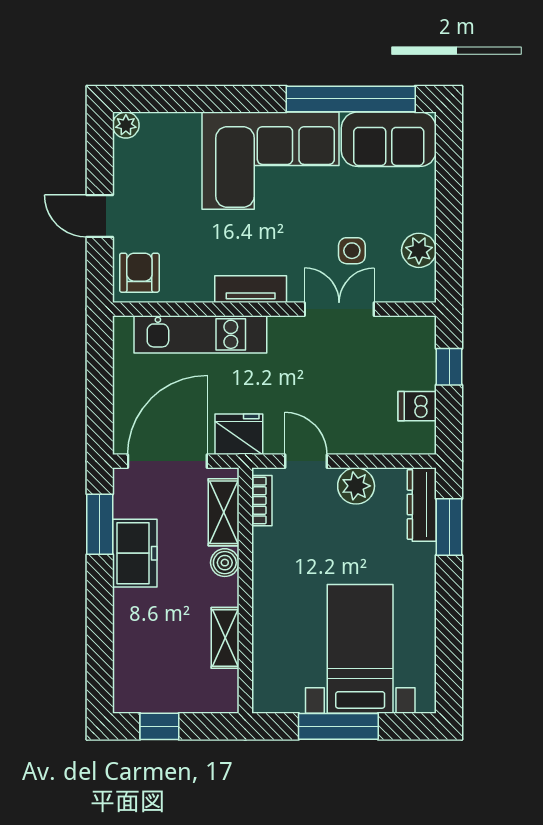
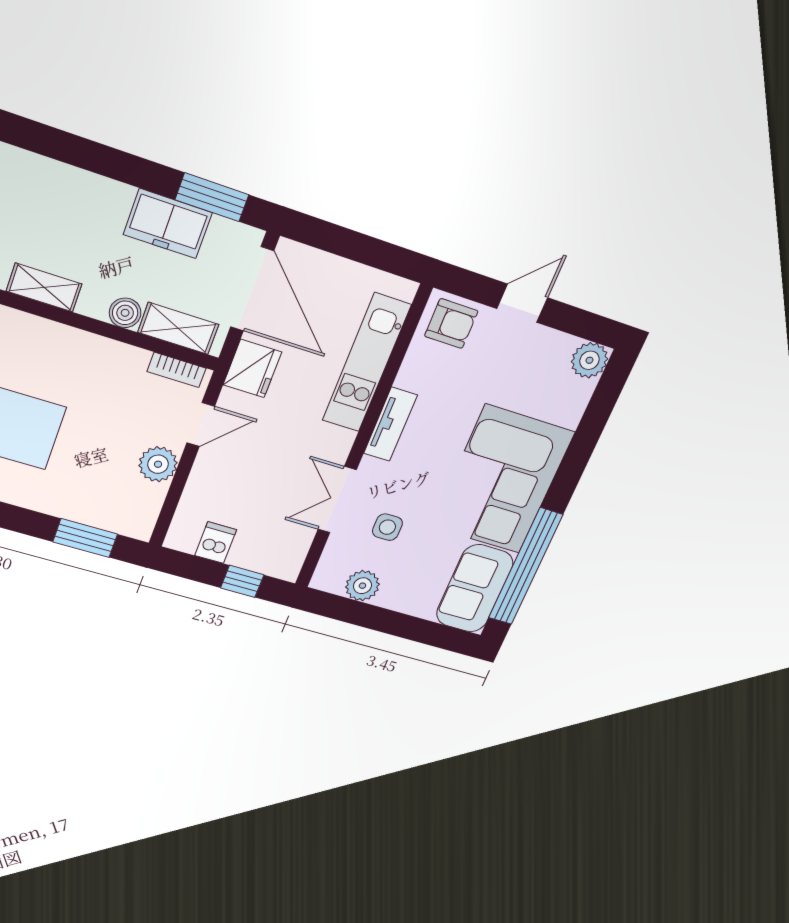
plant: (126, 125) -> (589, 360), width x1.38, depth x1.38
double door: (339, 309) -> (337, 500), swing flipped
dresser: (422, 504) -> (117, 519), removed

